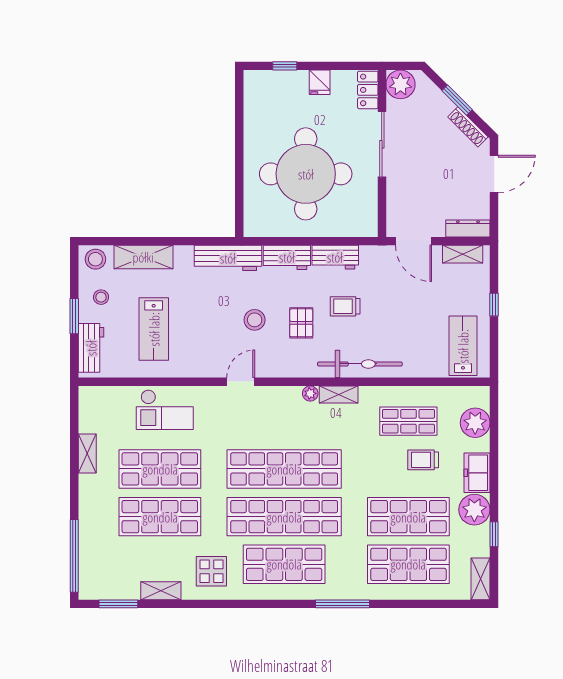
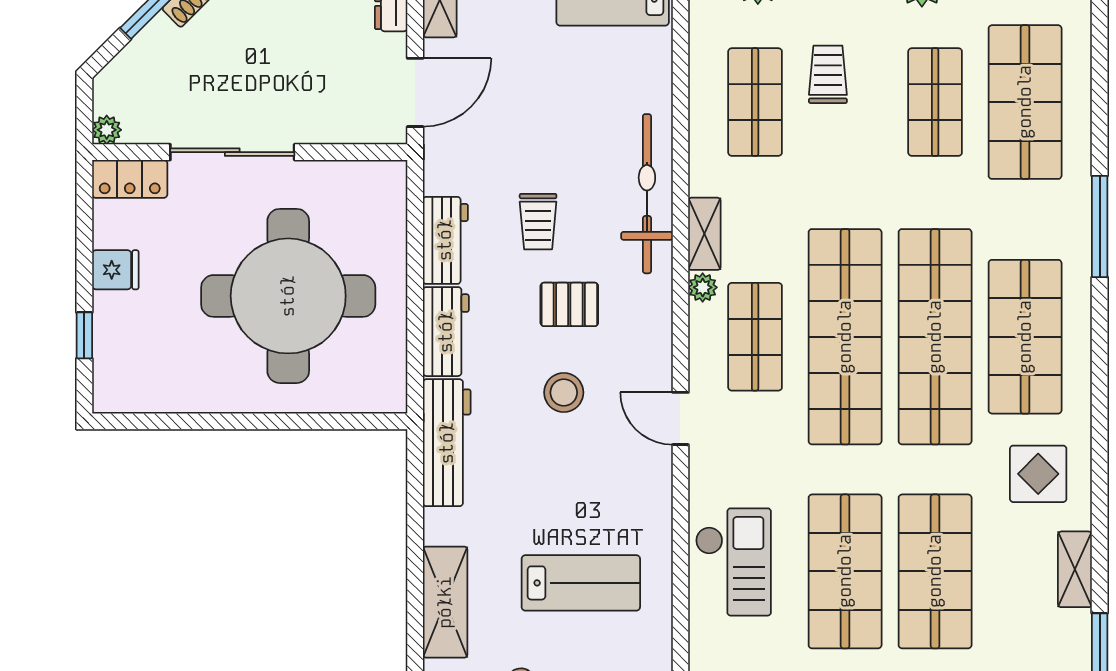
plant: (400, 84) -> (107, 130), width x0.53, depth x0.53
shop shelf: (284, 421) -> (755, 337), added
trolley: (423, 460) -> (828, 74), turned 180
shop shelf: (408, 517) -> (935, 102), width x0.70, depth x0.74

